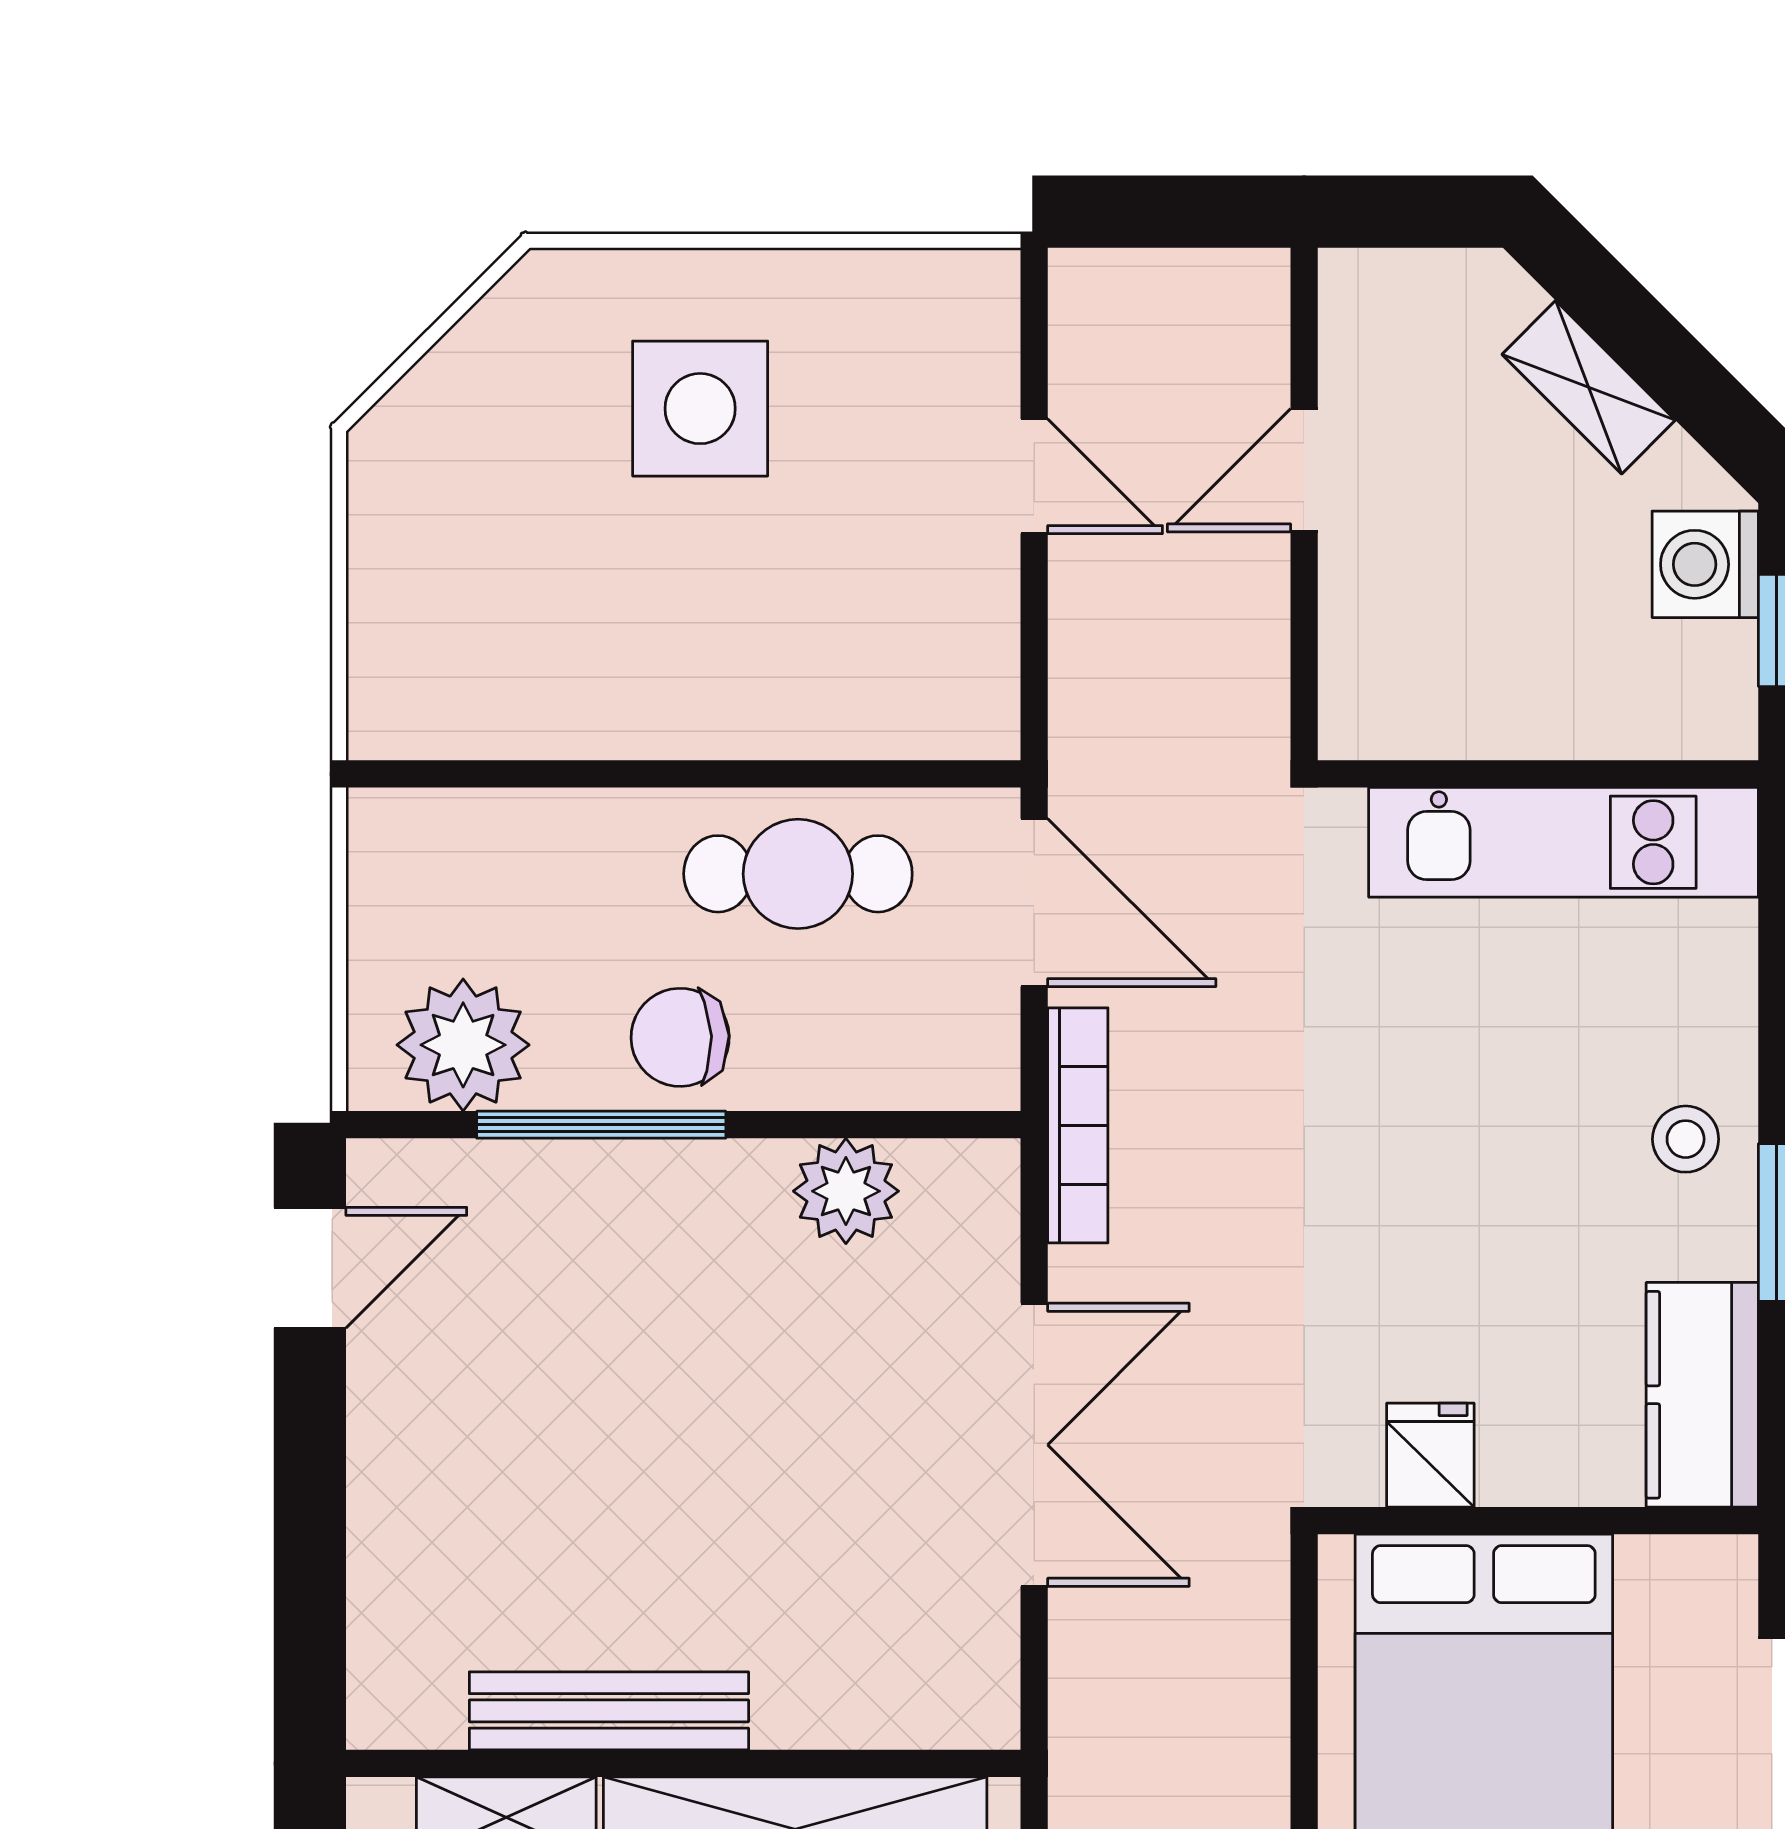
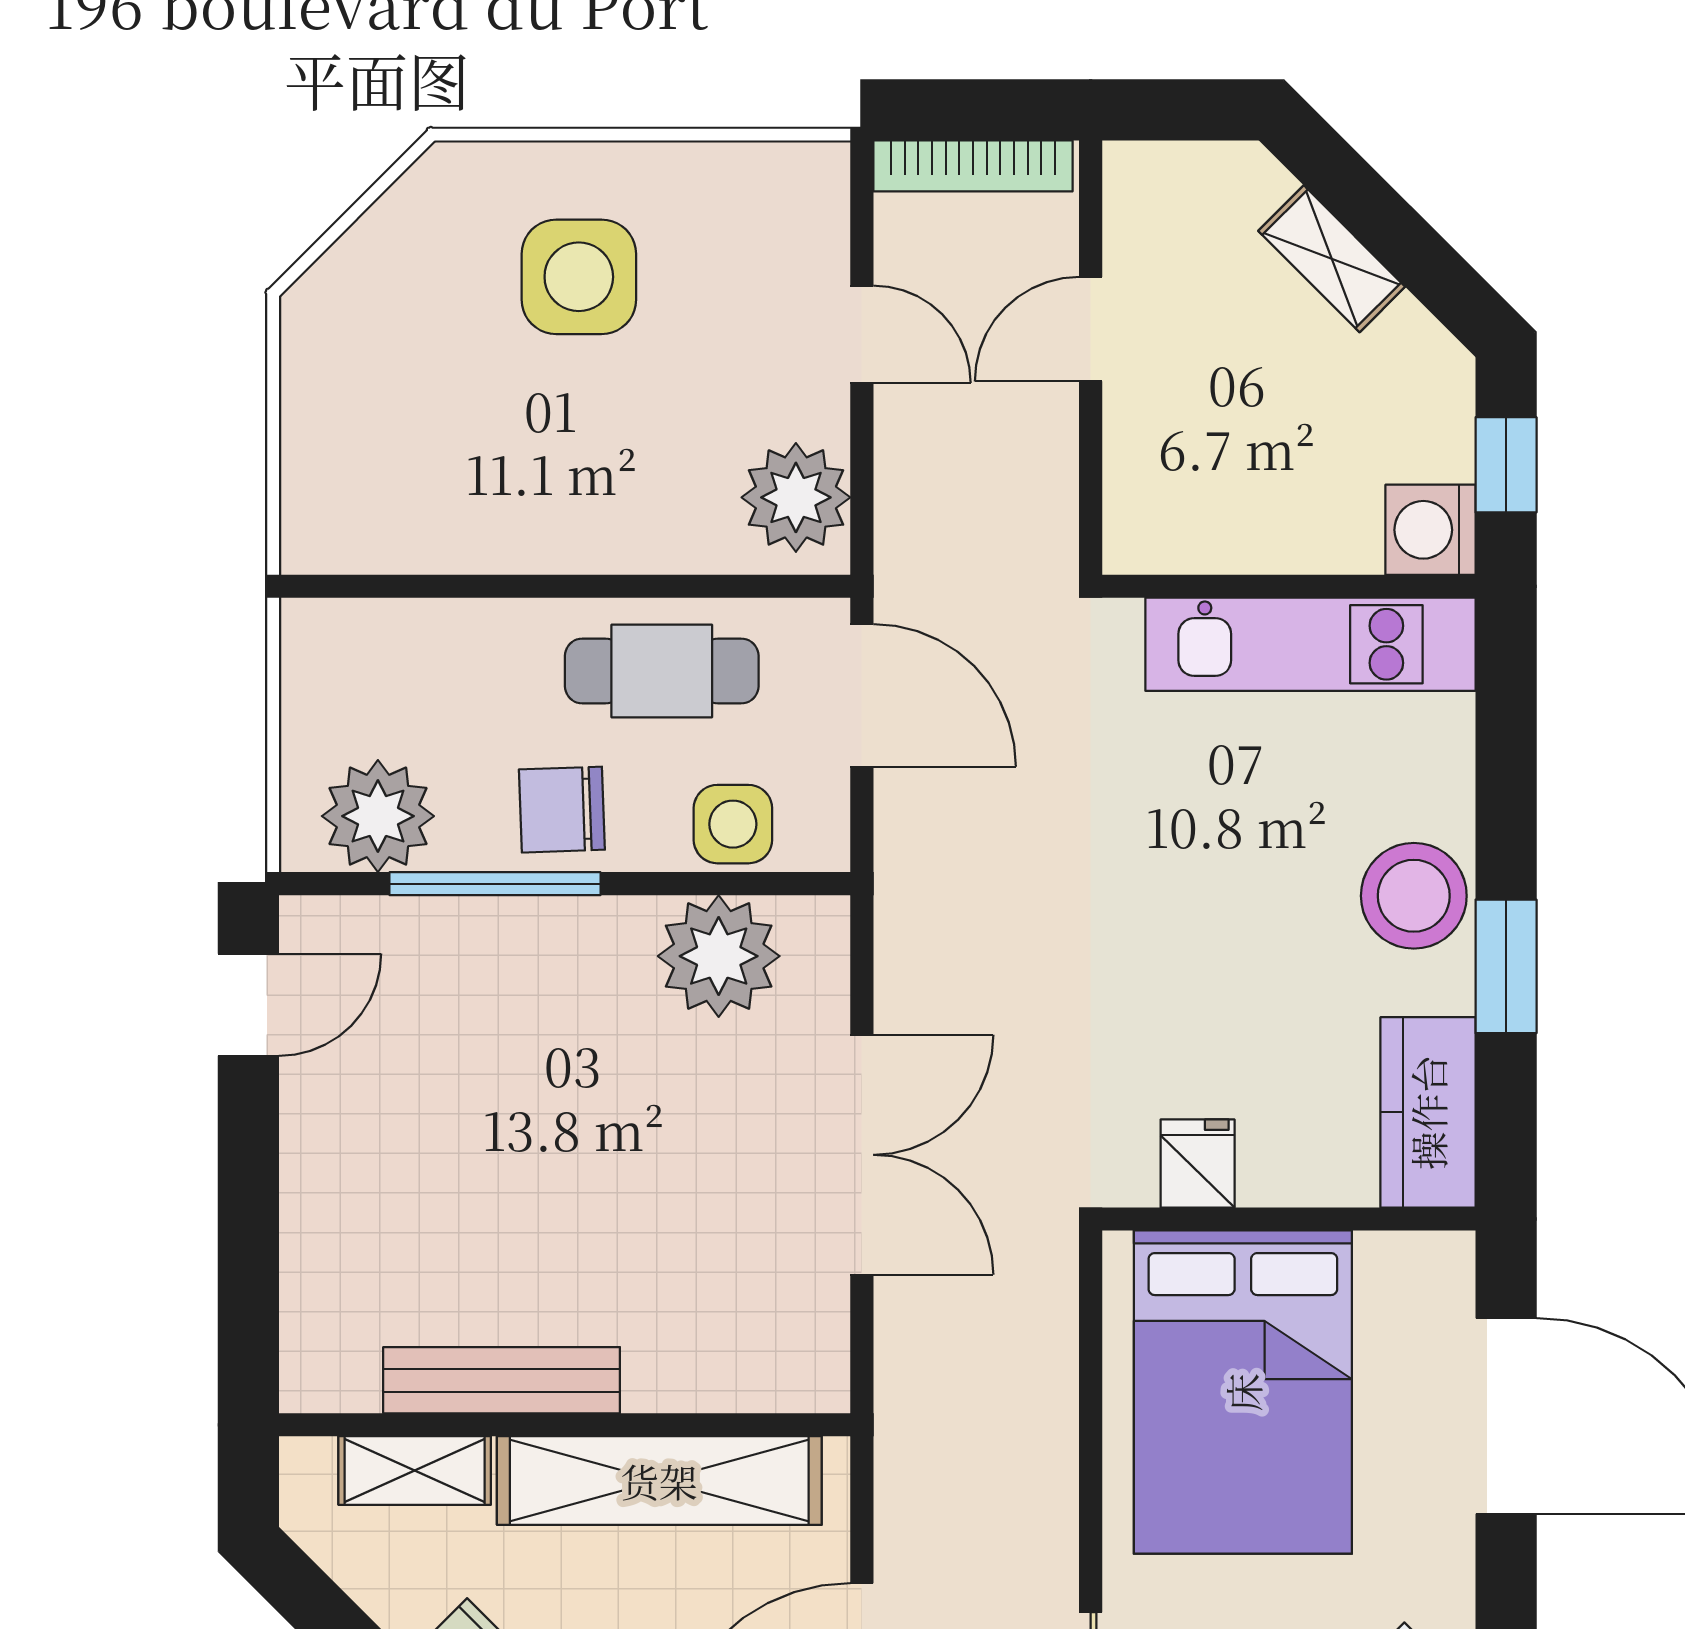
washing machine: (1705, 564) -> (1430, 530), moved
plant: (956, 669) -> (796, 497), added
side table: (882, 1054) -> (733, 824), added
bookcase: (1078, 1125) -> (973, 166), moved, turned 90
stool: (1686, 1139) -> (1414, 896), width x1.89, depth x1.89
plant: (846, 1191) -> (719, 956), width x1.36, depth x1.36

